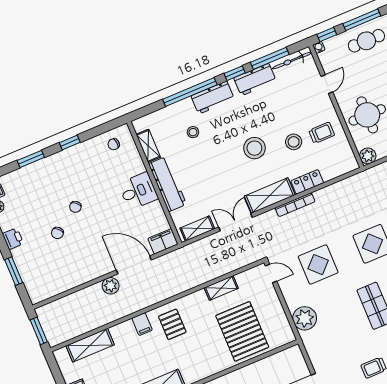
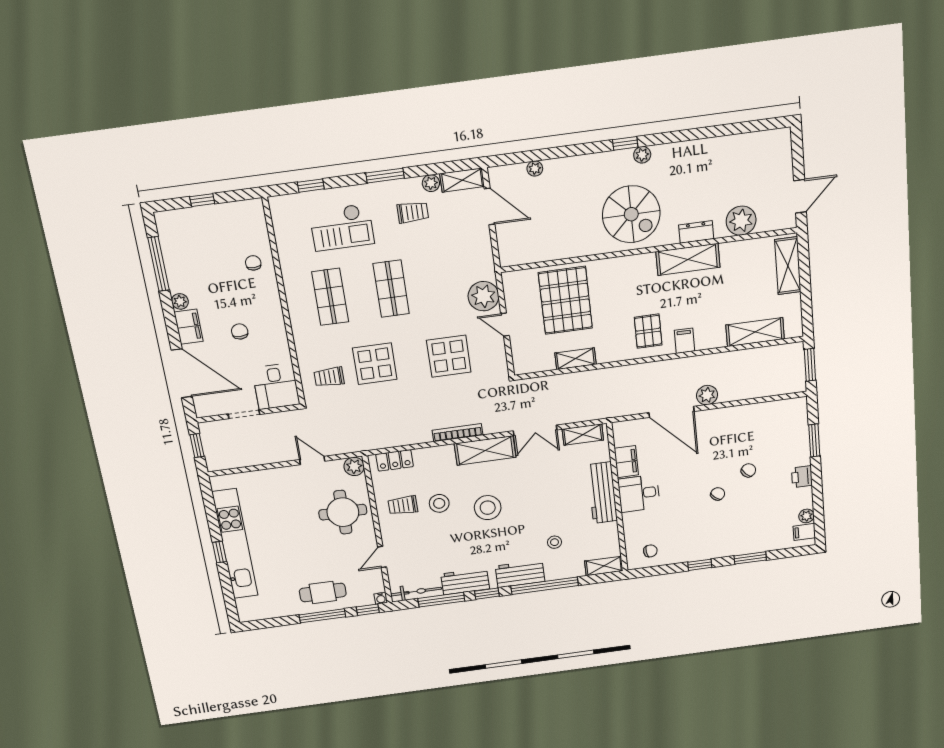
shelving: (148, 146) -> (604, 566), moved, turned 90
locker: (307, 182) -> (395, 460), moved
filing cabinet: (163, 241) -> (626, 462), moved, turned -90
door: (271, 274) -> (505, 325), moved

